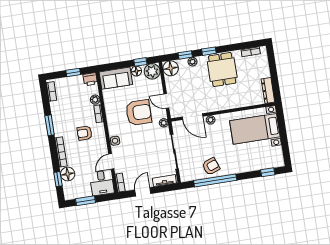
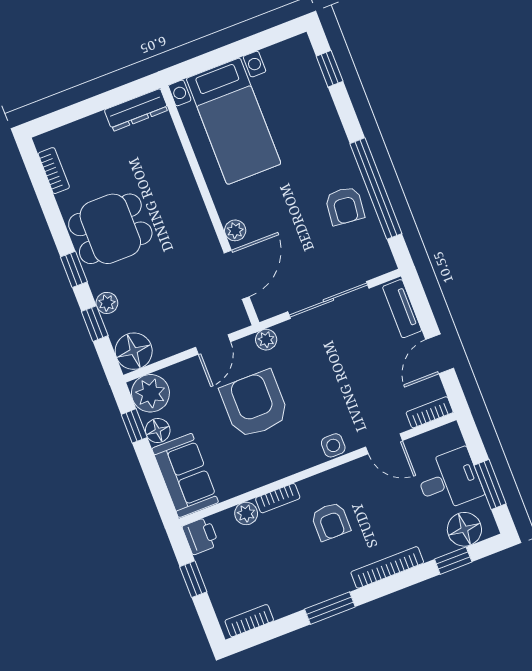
armchair: (211, 166) -> (345, 206), turned -153
floor lamp: (68, 174) -> (464, 529), moved
desk: (102, 183) -> (449, 480), moved
door: (143, 192) -> (440, 354), hinge flipped

